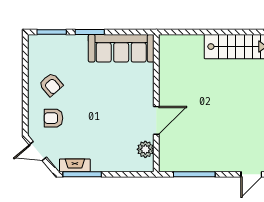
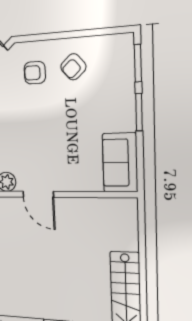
sofa: (121, 48) -> (120, 163), width x0.73
armchair: (53, 118) -> (35, 73), turned -90

